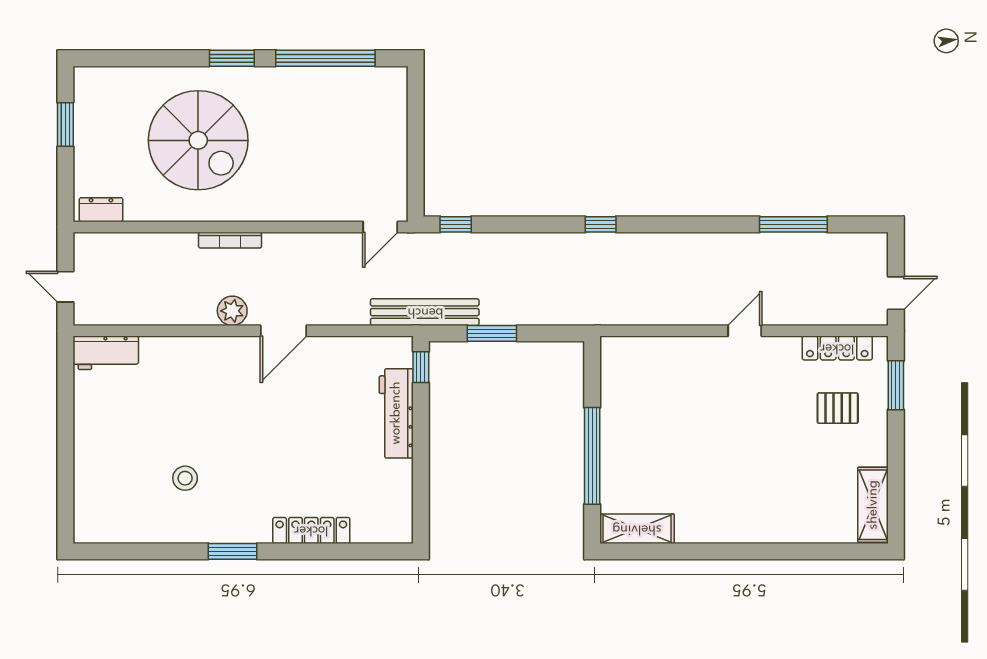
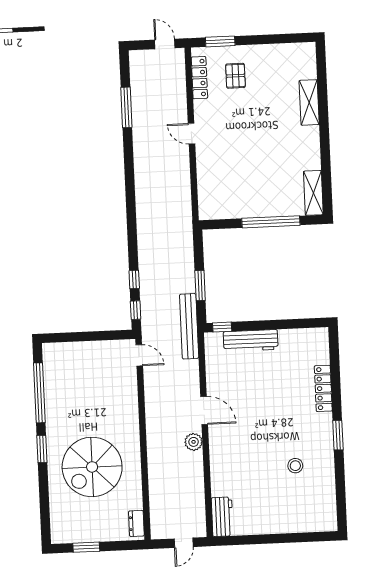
spiral stairs: (198, 140) -> (92, 467), turned 180
window: (601, 224) -> (134, 280), moved
bookcase: (230, 240) -> (151, 445), removed
shelving: (873, 505) -> (309, 102), moved, turned 90

